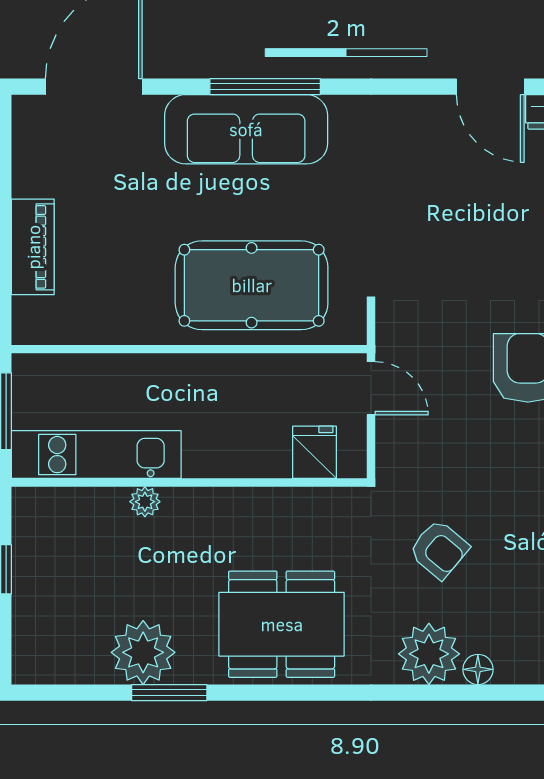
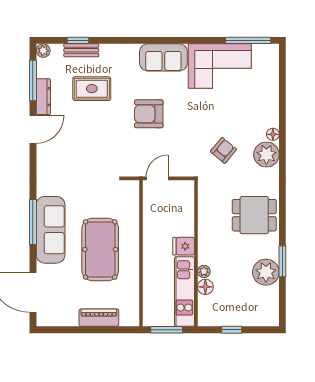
pool table: (252, 285) -> (100, 249), moved
fridge: (314, 452) -> (184, 246), moved
floor lamp: (108, 506) -> (205, 287), added
dining table: (282, 624) -> (254, 215), width x0.73

